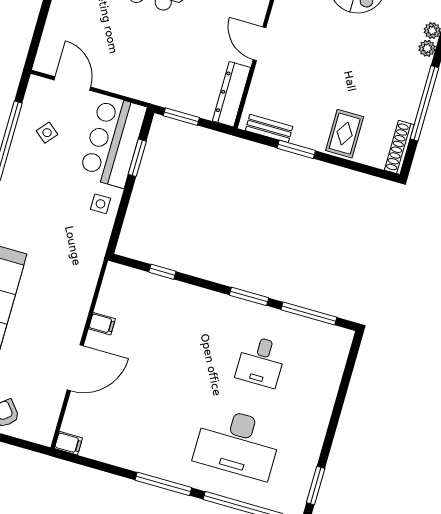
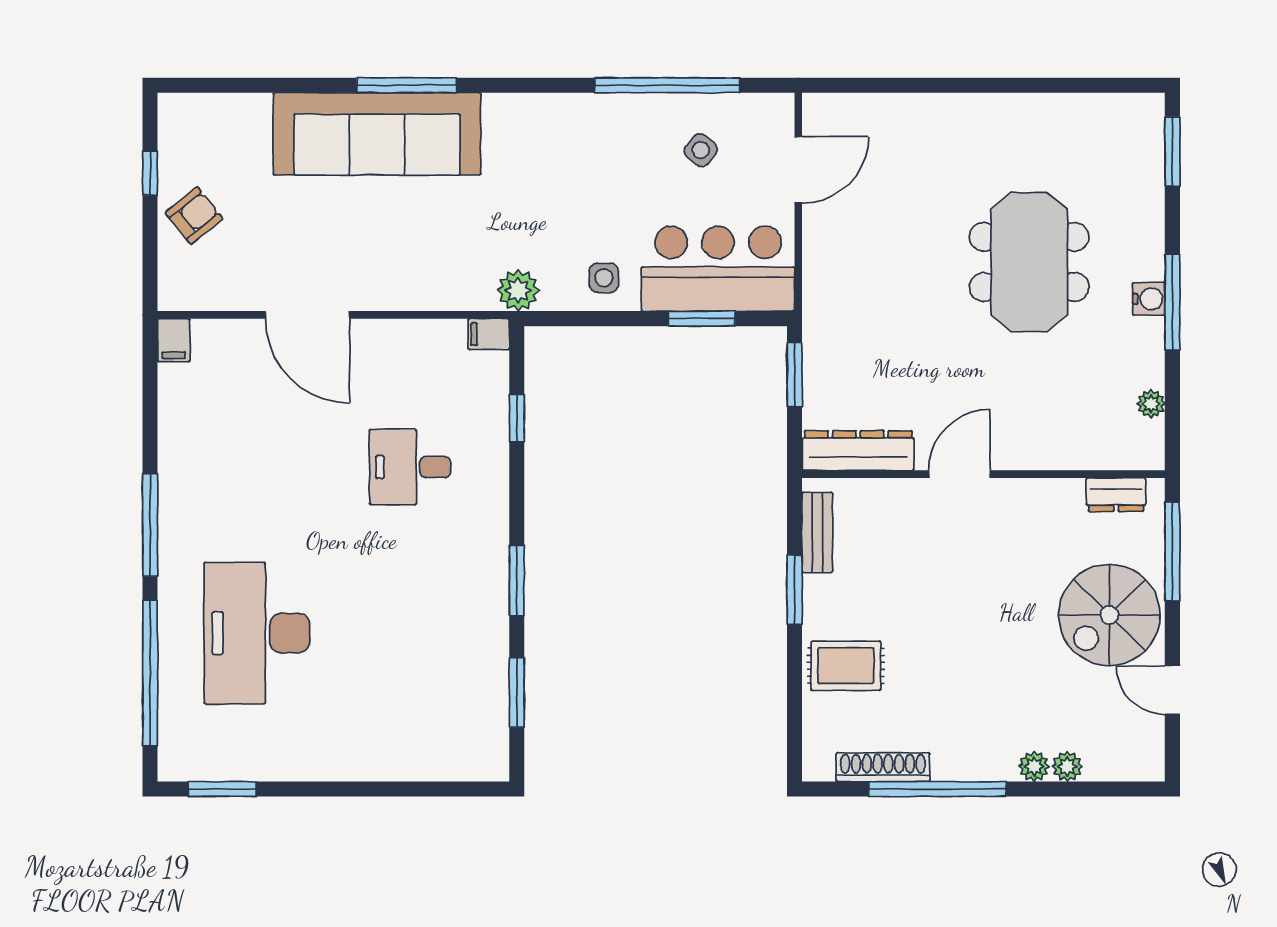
shoe rack: (399, 147) -> (883, 767), moved
plant: (94, 251) -> (518, 290), added
window: (309, 313) -> (517, 692), width x0.69
filing cabinet: (102, 324) -> (489, 334), moved, turned 90
desk: (261, 362) -> (410, 467), moved

